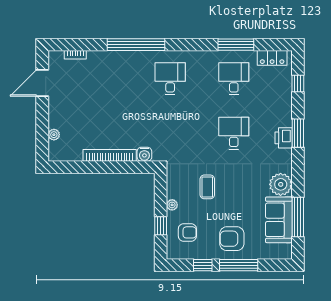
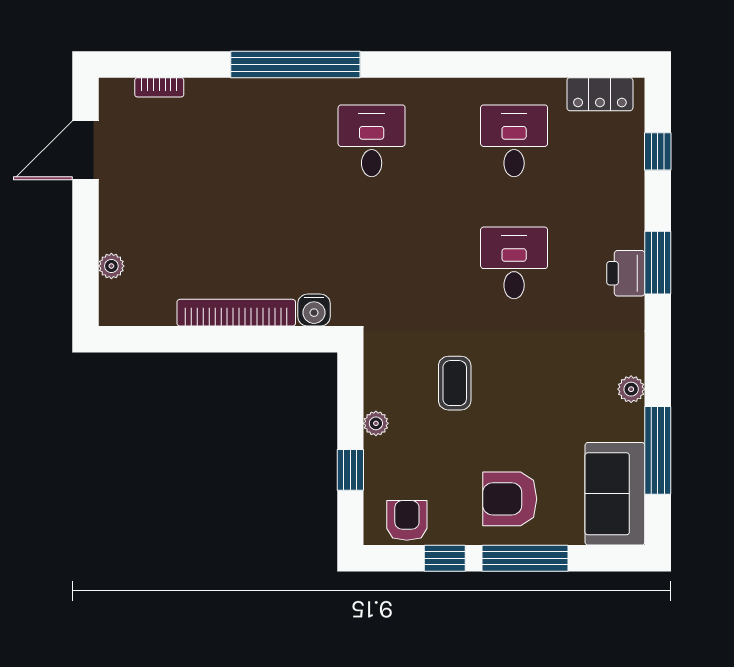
window: (236, 45) -> (519, 65), removed
plant: (281, 184) -> (631, 389), width x0.53, depth x0.53
sofa: (279, 220) -> (615, 494), moved
armchair: (187, 232) -> (407, 520), moved, turned -90

